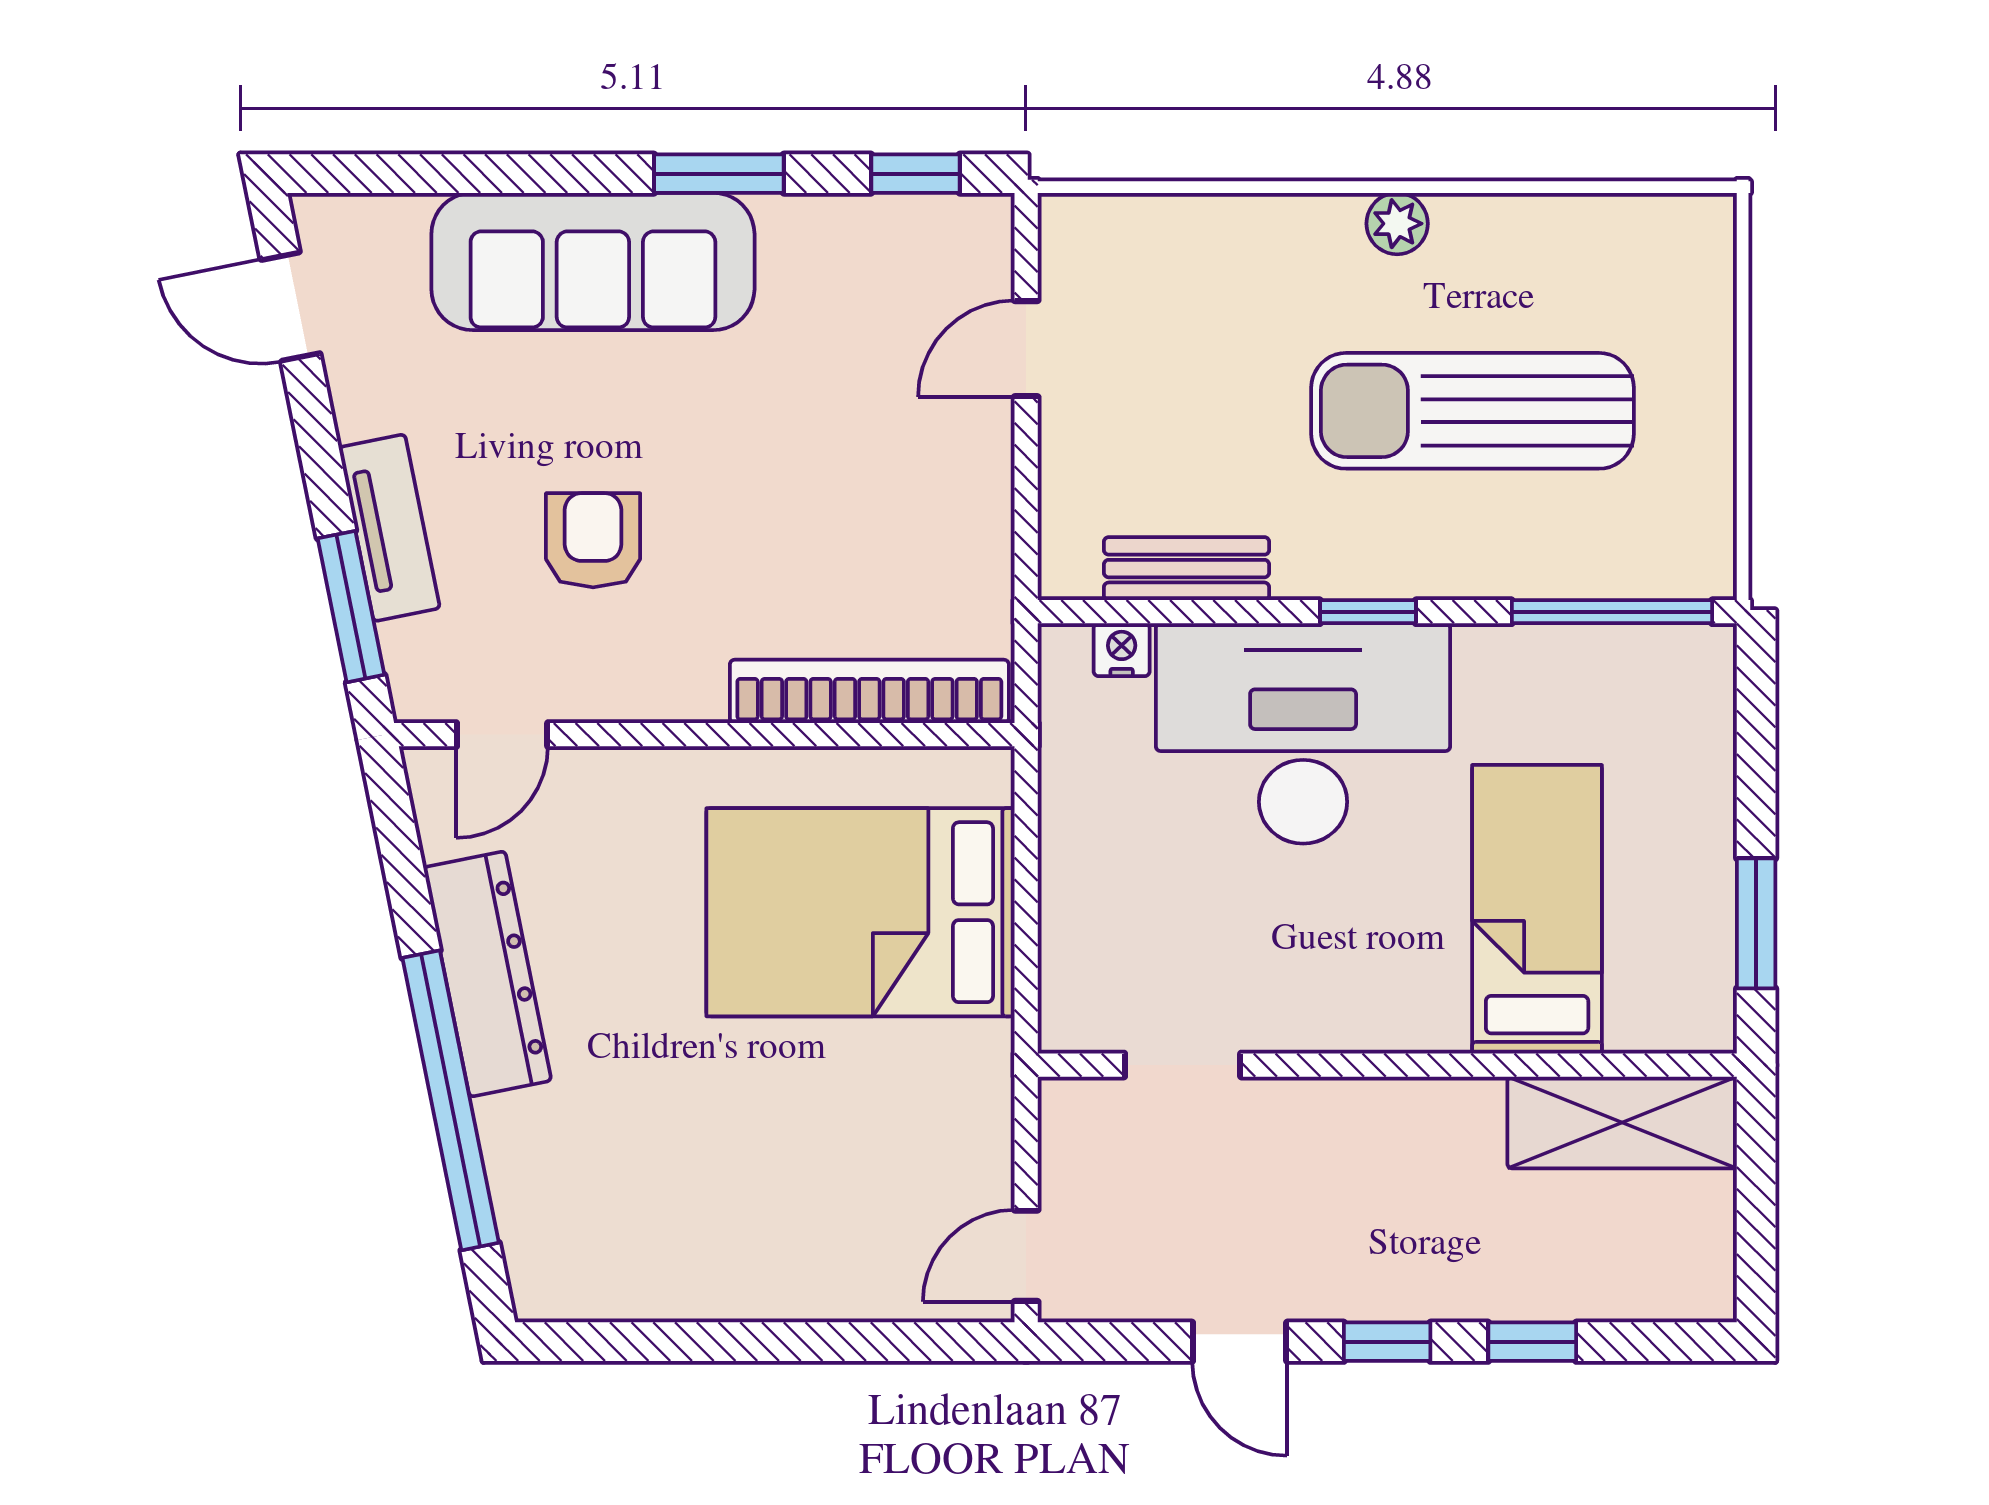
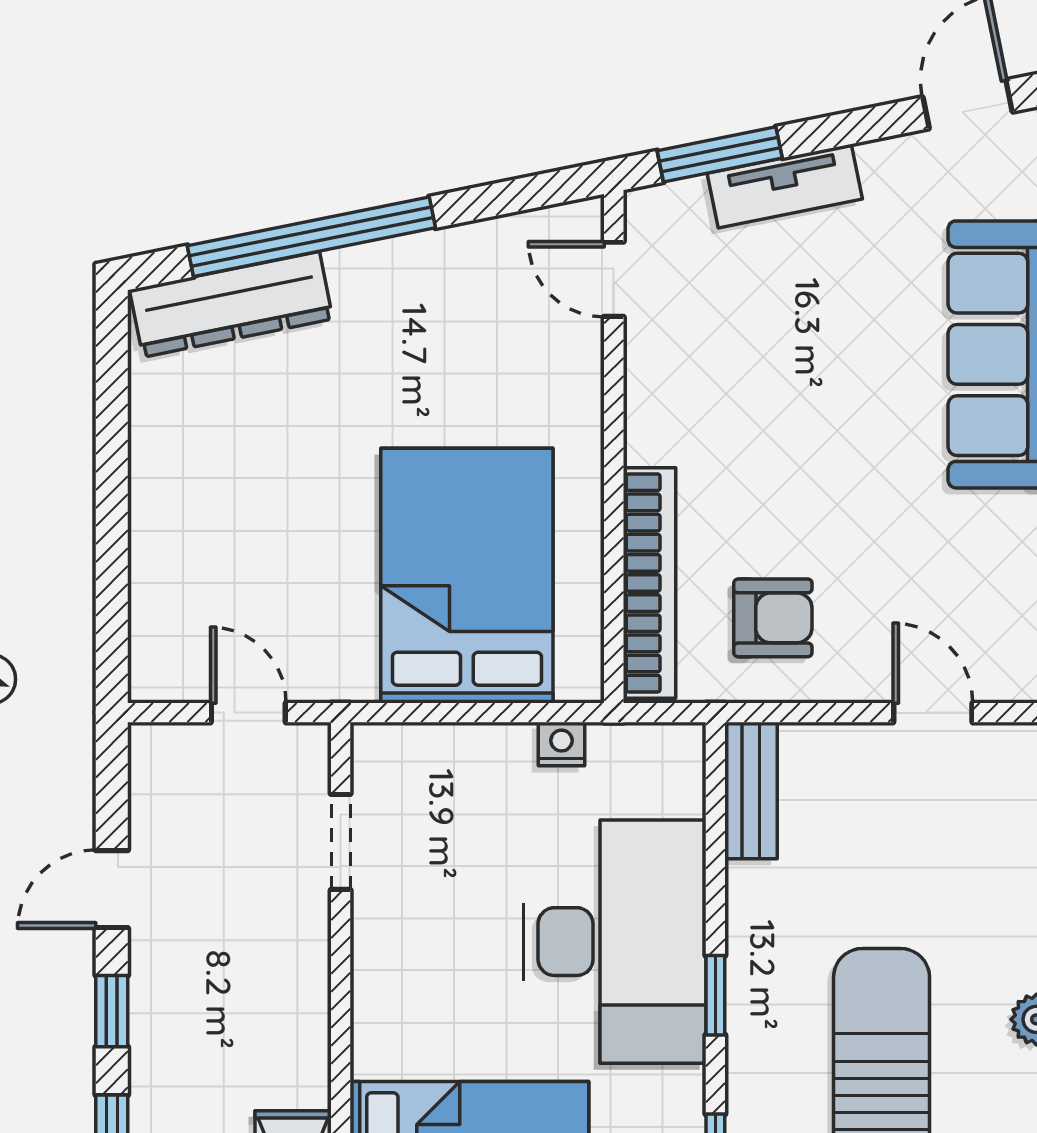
armchair: (593, 540) -> (773, 618), moved
bench: (1187, 569) -> (751, 791), moved
nightstand: (1122, 650) -> (561, 744), moved, turned -90
dresser: (487, 974) -> (231, 304), moved
door: (1026, 1256) -> (248, 713), moved

